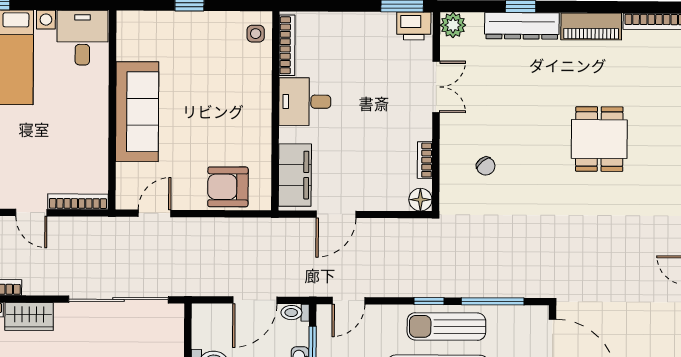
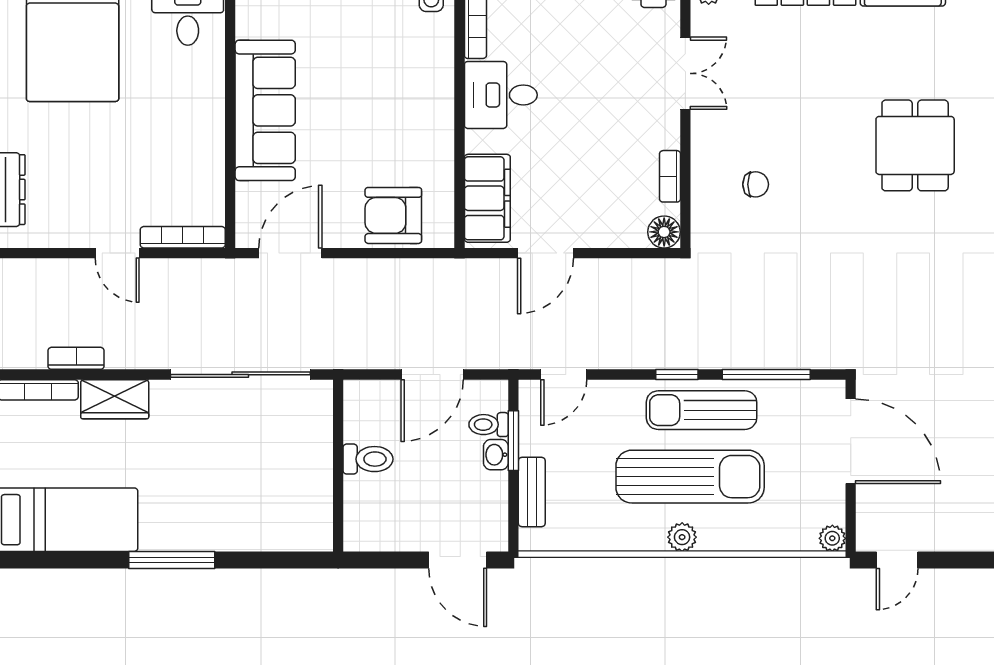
chair: (486, 166) -> (756, 184), turned -51
door: (155, 213) -> (290, 253), width x1.38
toilet: (295, 313) -> (489, 425), moved

